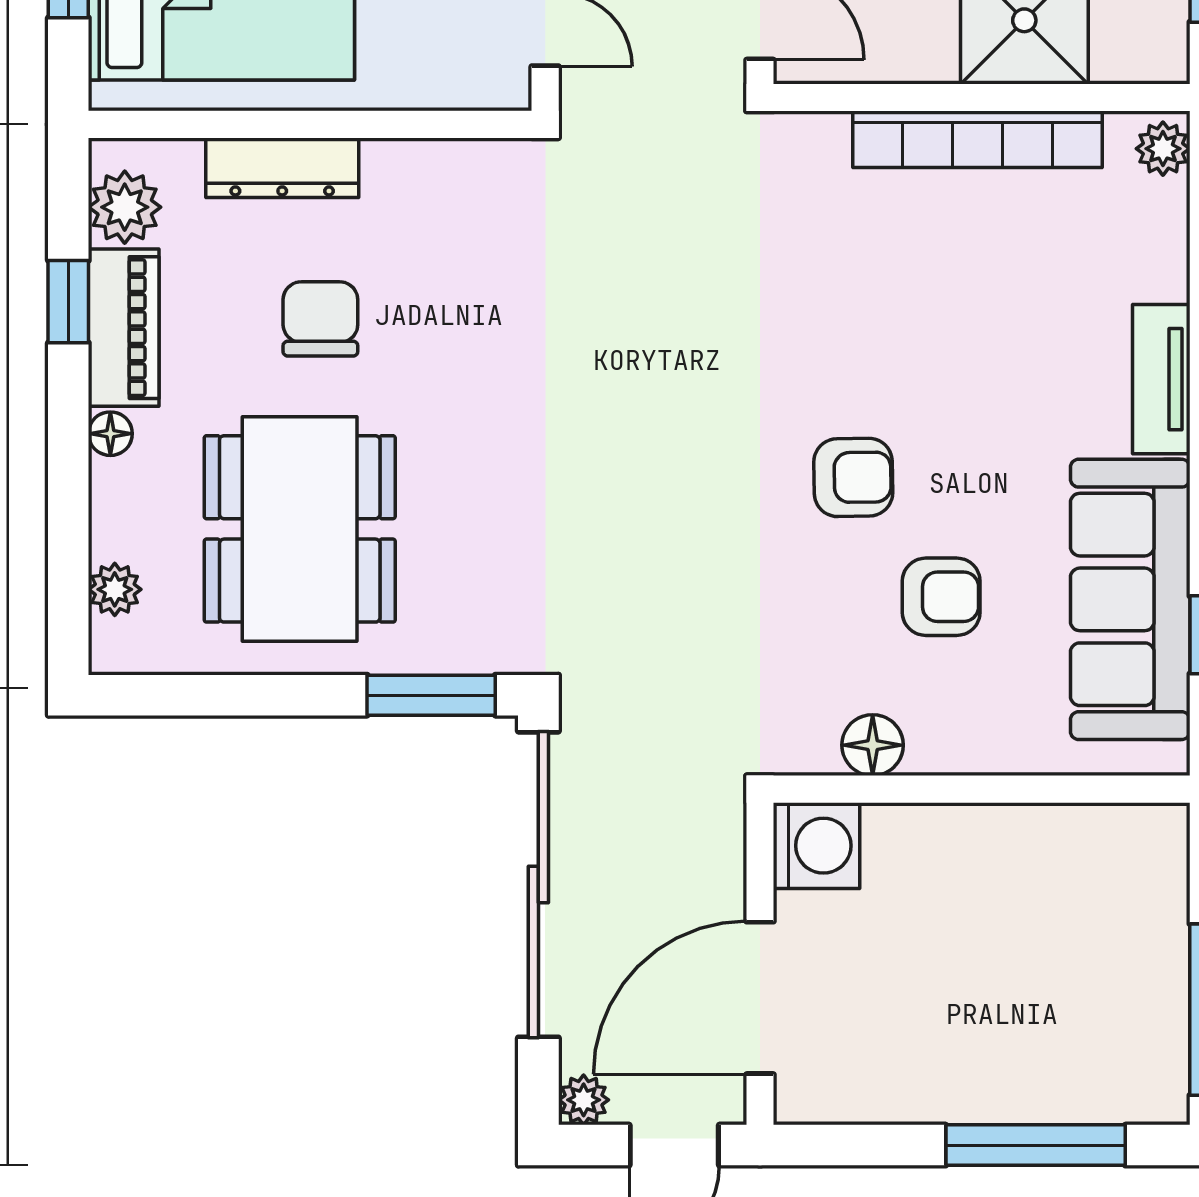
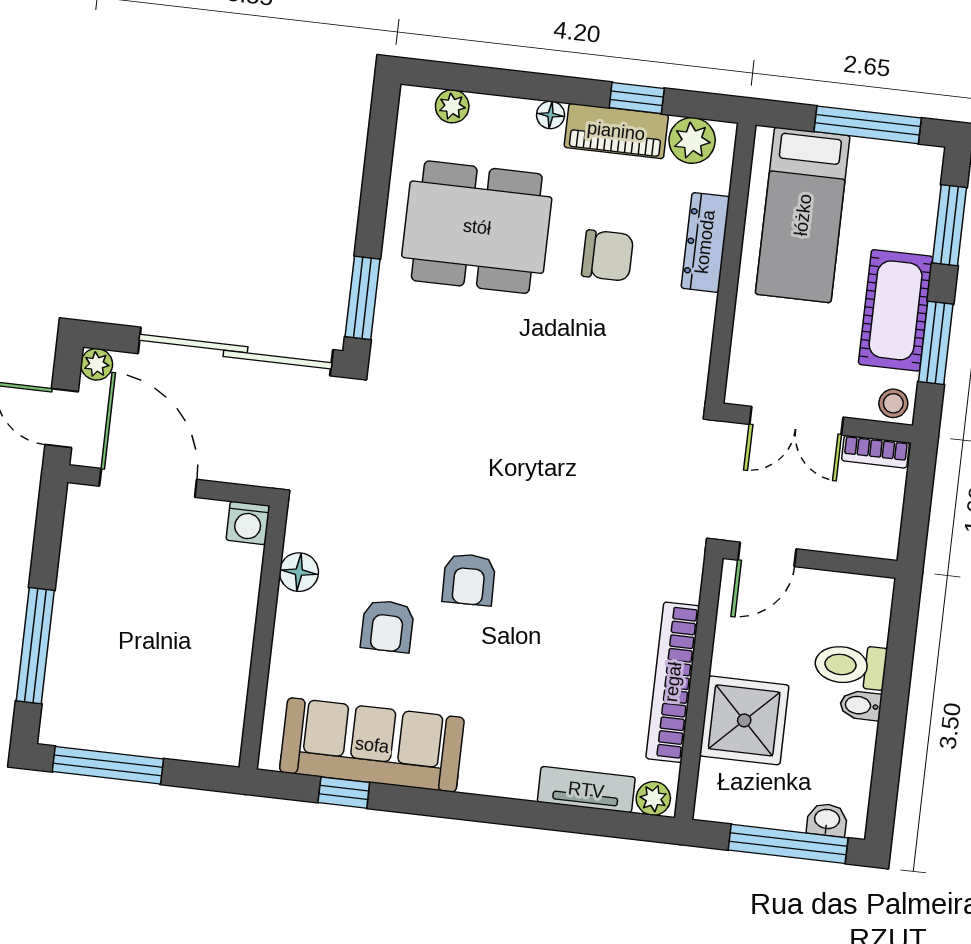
tv unit: (1161, 379) -> (586, 790), moved
washing machine: (816, 846) -> (248, 523), width x0.73, depth x0.73

